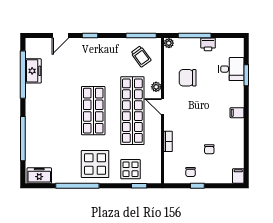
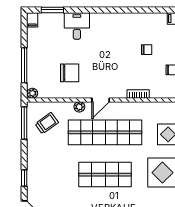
printer: (208, 44) -> (34, 51), removed
desk: (231, 69) -> (77, 26), moved
window: (246, 75) -> (52, 10), moved
chair: (188, 78) -> (70, 73), turned -90
filing cabinet: (237, 113) -> (32, 20), moved

